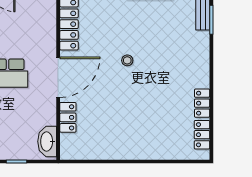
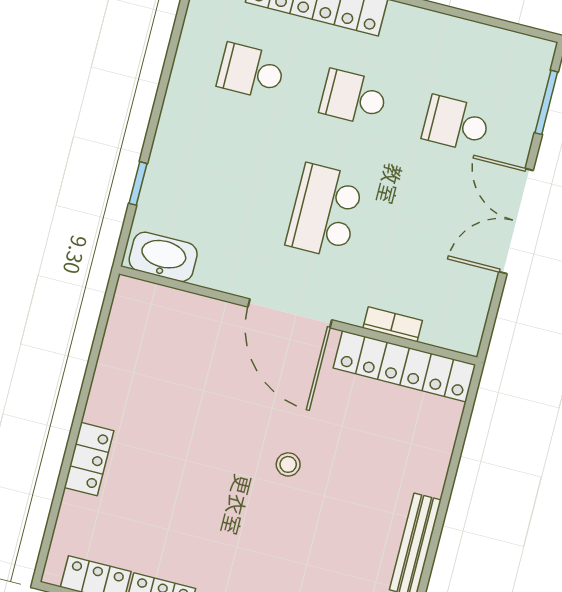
bookcase: (51, 29) -> (393, 324), added
locker: (68, 117) -> (89, 459), moved, turned -90

